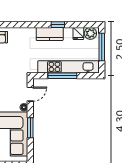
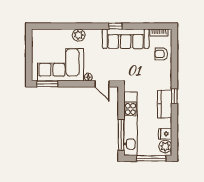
window: (58, 25) -> (174, 96), moved
window: (62, 76) -> (121, 135), moved
window: (30, 128) -> (47, 84), moved

